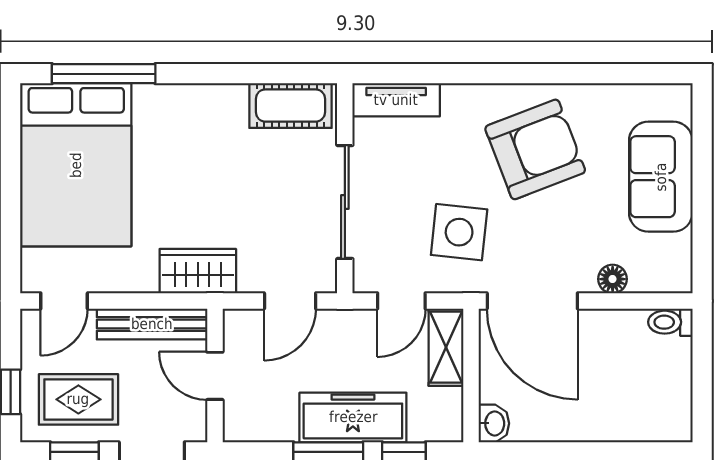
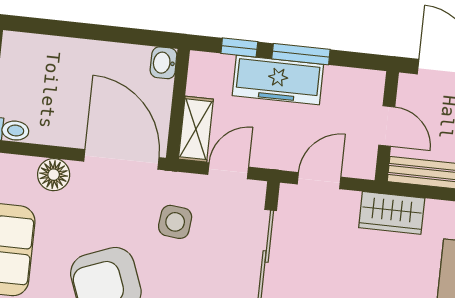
side table: (459, 232) -> (175, 222), width x0.73, depth x0.73
floor lamp: (613, 279) -> (54, 175), width x1.37, depth x1.37

